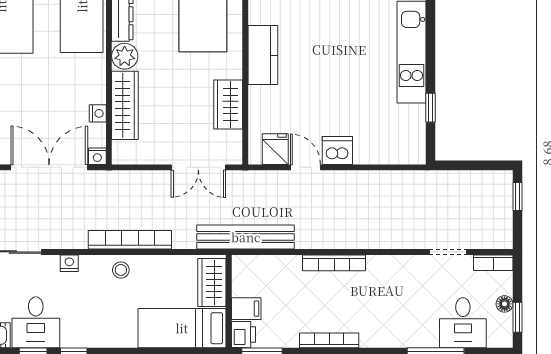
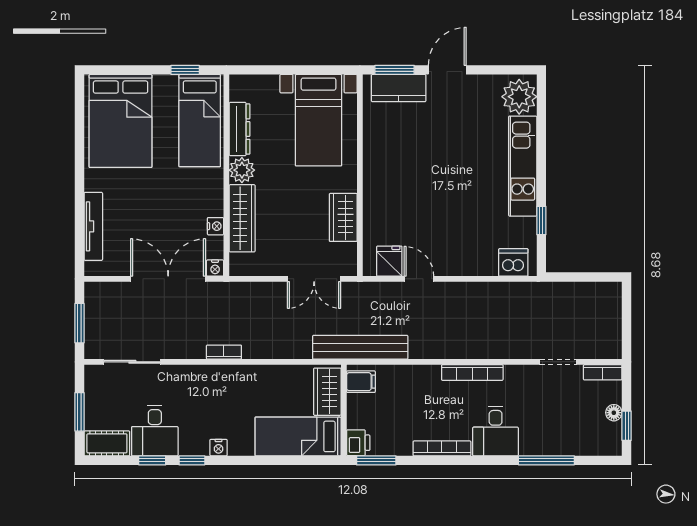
kitchen counter: (263, 55) -> (377, 169), removed
dishwasher: (337, 150) -> (513, 262), moved
window: (518, 196) -> (627, 307), removed
bookcase: (130, 240) -> (224, 352), width x0.43, depth x0.76
nightstand: (69, 263) -> (219, 448), moved, turned 180
bookcase: (334, 263) -> (472, 372), moved
stool: (121, 270) -> (238, 379), removed
filing cabinet: (246, 309) -> (361, 382), moved
desk: (463, 323) -> (496, 431), moved

